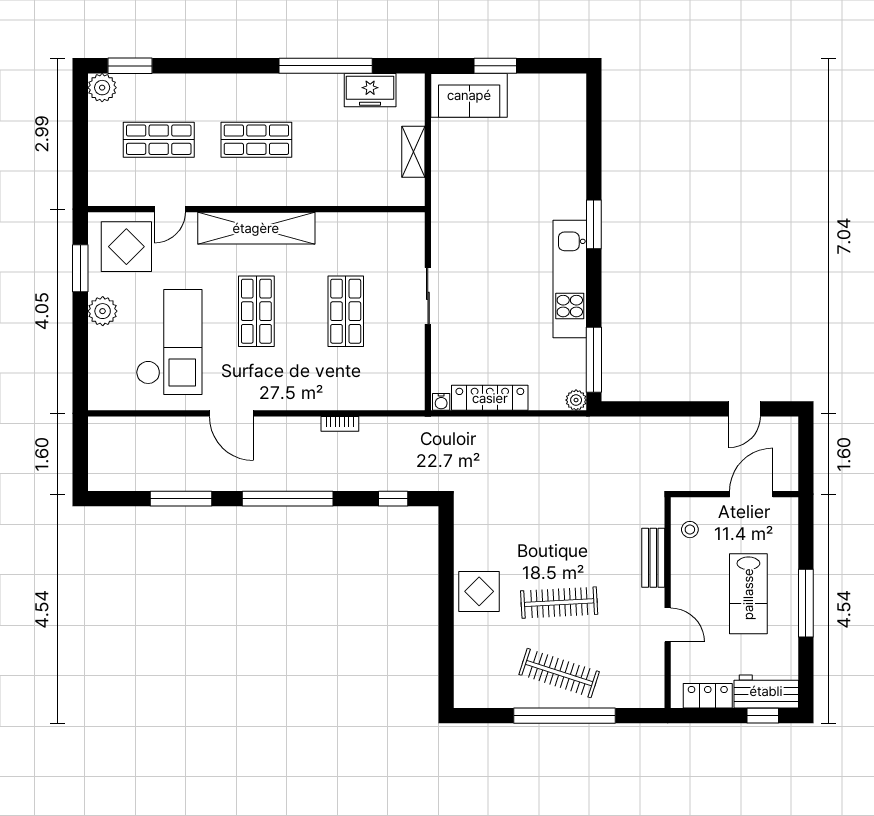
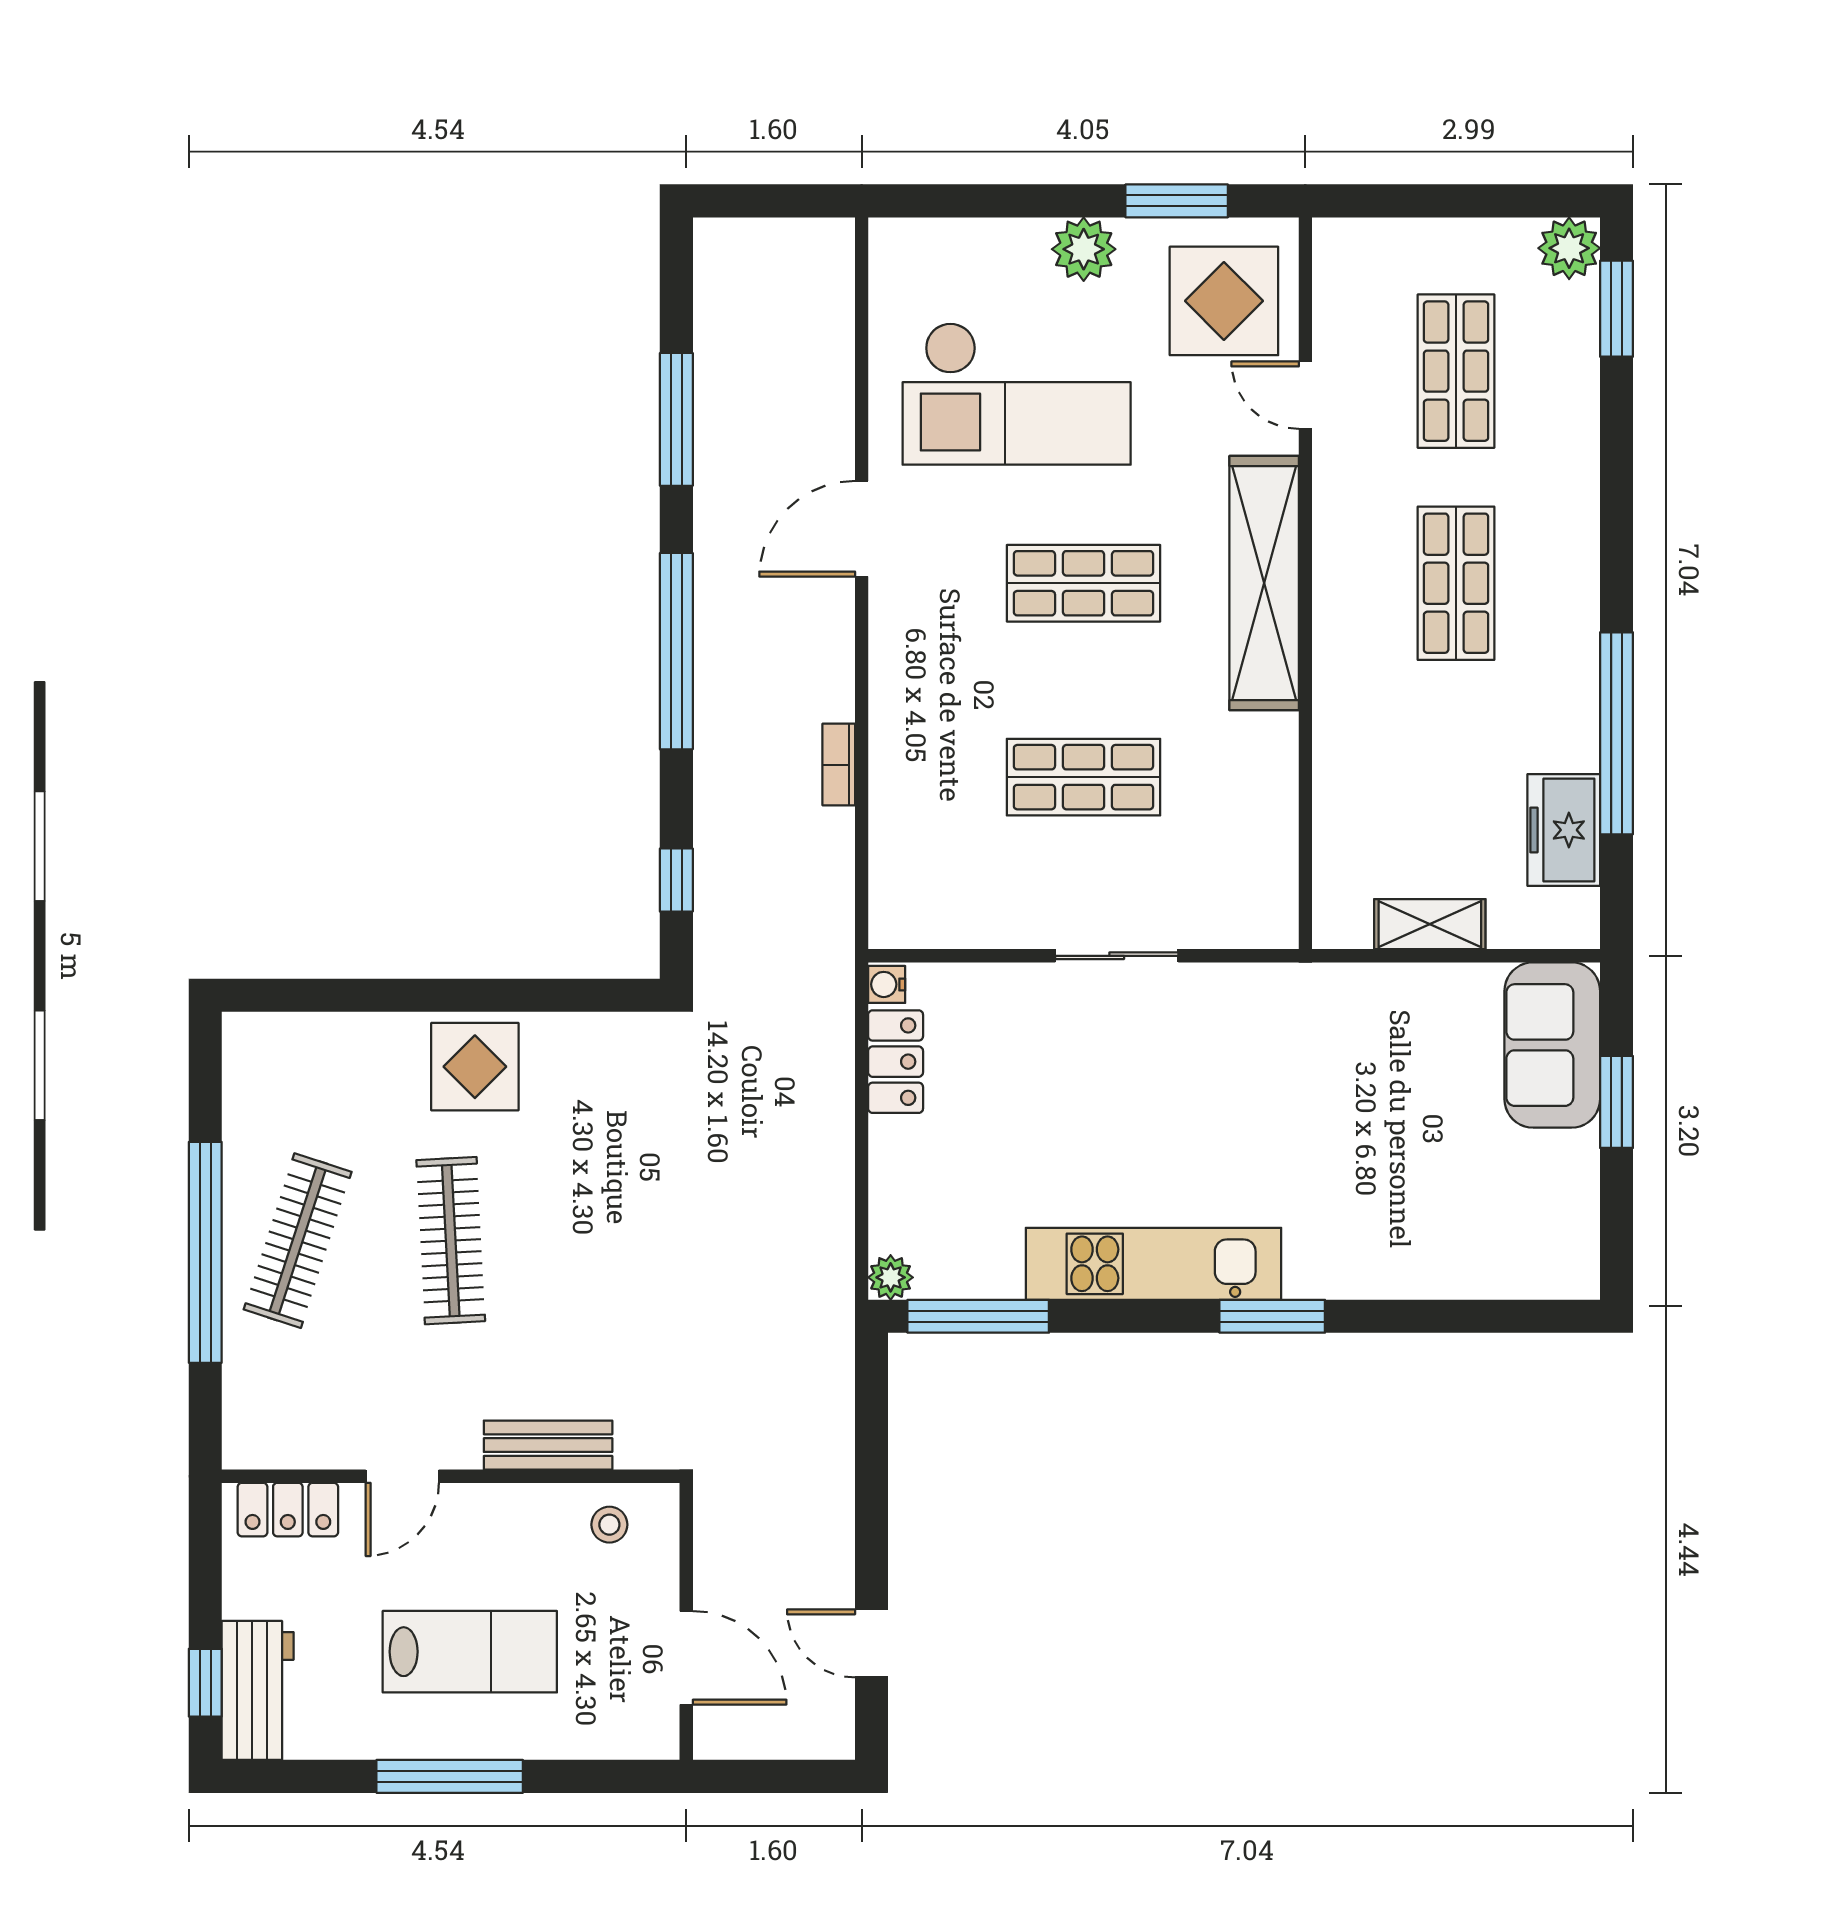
locker: (490, 398) -> (896, 1062), width x0.66
lab bench: (748, 594) -> (470, 1652), turned 180
locker: (708, 696) -> (288, 1510), moved, turned 90

